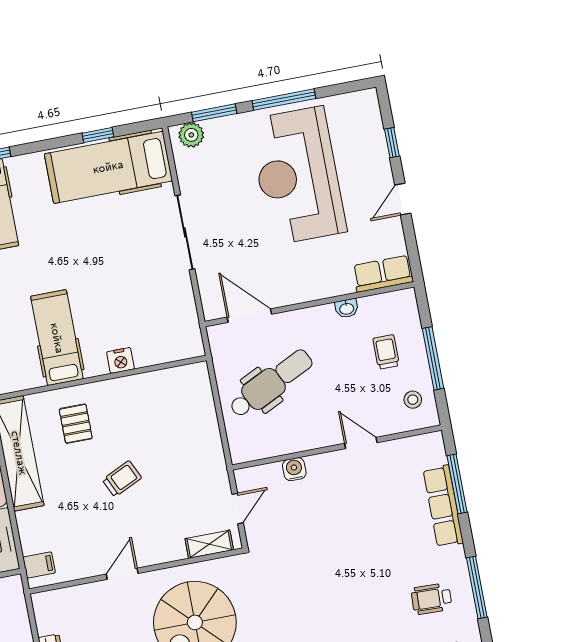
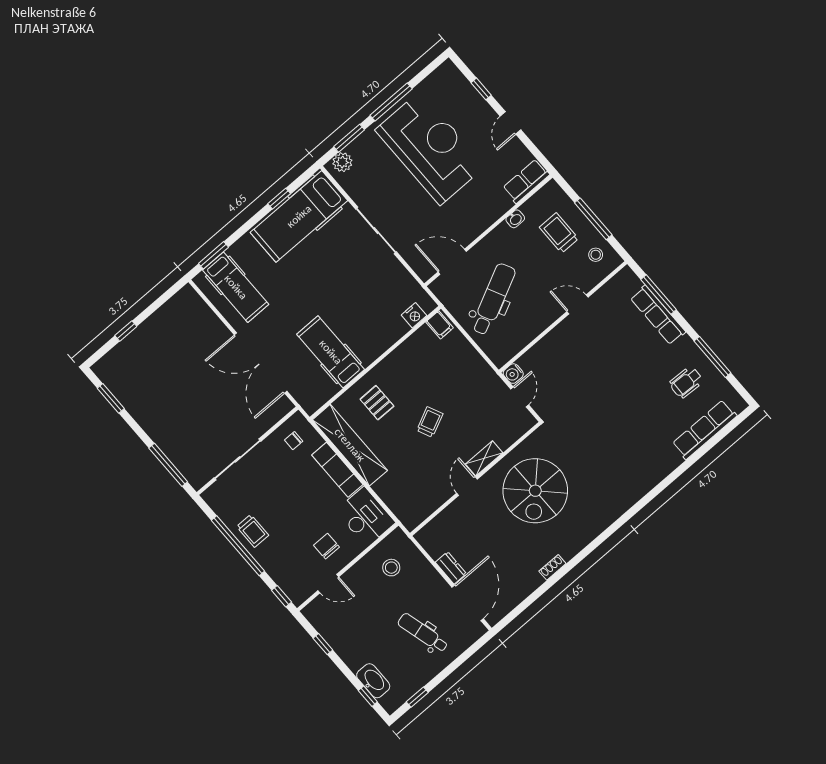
reception desk: (297, 176) -> (430, 148), turned 180
trolley: (386, 352) -> (559, 233), width x1.36, depth x1.39
nightstand: (120, 360) -> (414, 315), moved
water cooler: (294, 469) -> (513, 374), moved, turned -90
shelving: (209, 544) -> (484, 458), moved
filing cabinet: (39, 565) -> (440, 325), moved, turned 90

